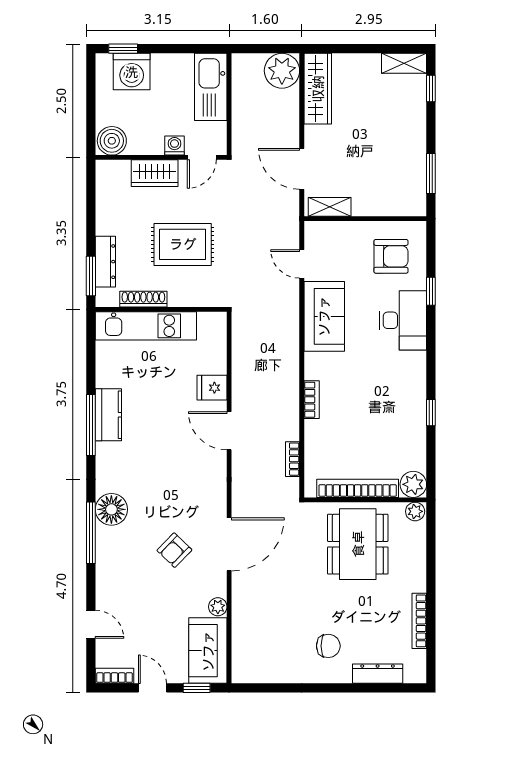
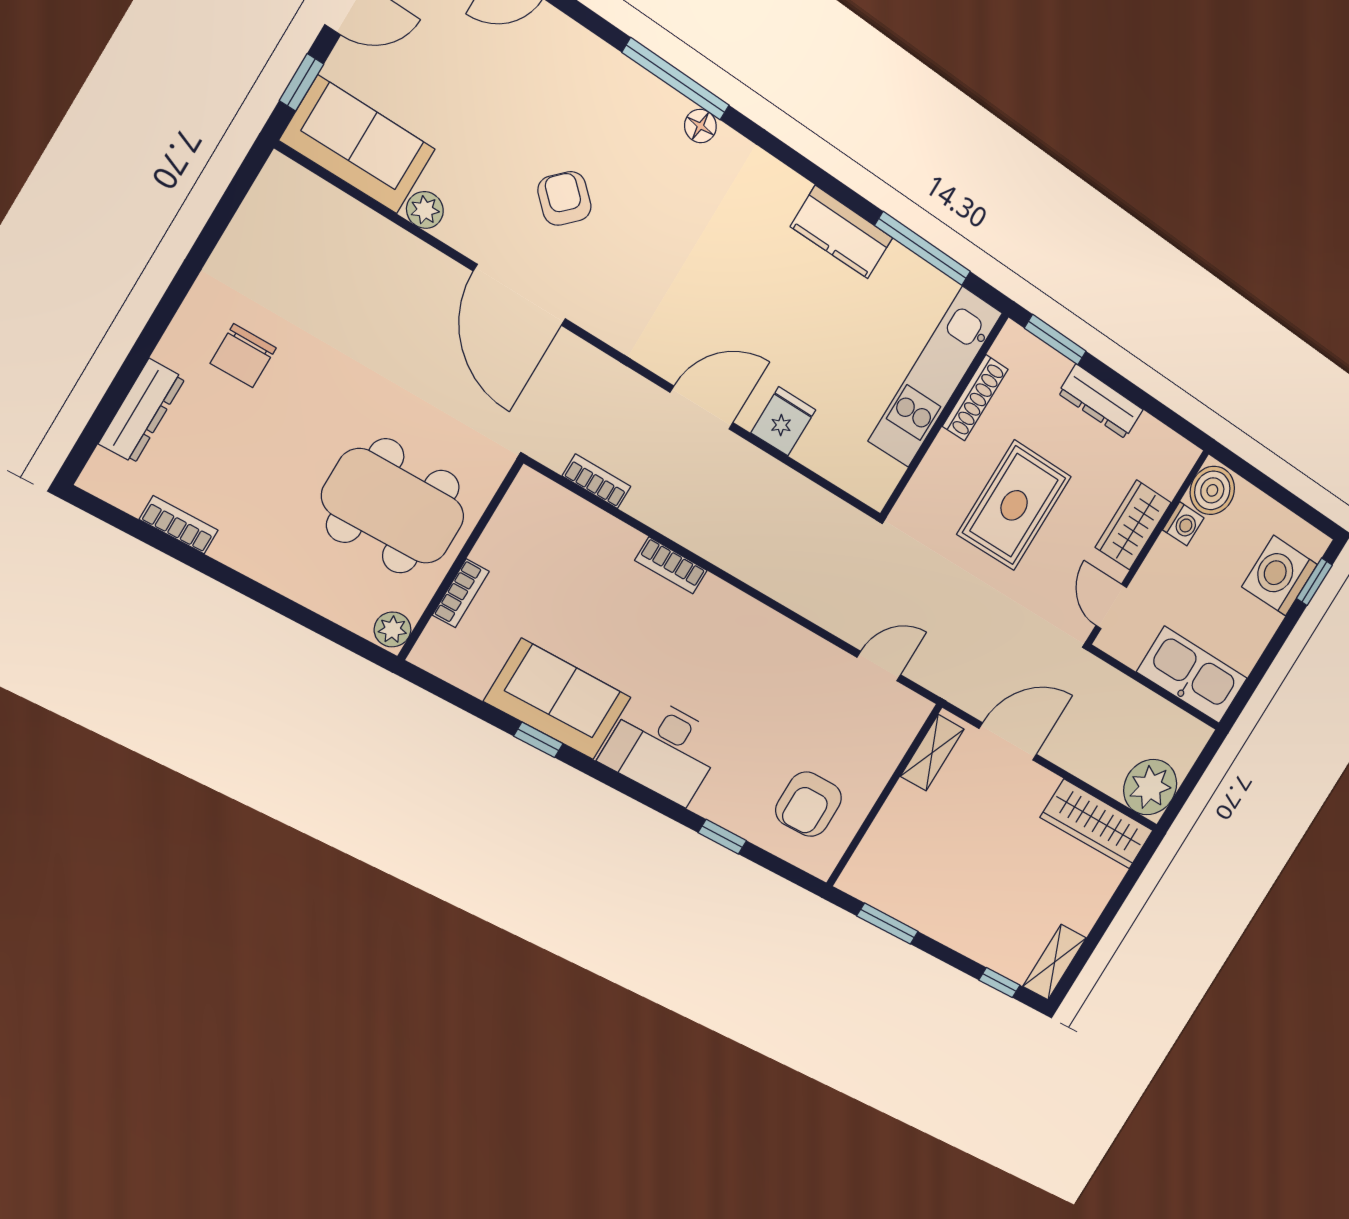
washing machine: (174, 145) -> (1183, 524), moved
dresser: (105, 262) -> (1101, 402), moved
sofa: (324, 316) -> (558, 699), moved, turned 180
desk: (403, 320) -> (663, 749), moved
window: (91, 425) -> (923, 249), moved
plant: (413, 484) -> (439, 651), removed
bookcase: (358, 488) -> (461, 593), width x0.43, depth x0.76
floor lamp: (111, 509) -> (700, 126), width x0.53, depth x0.53
bookcase: (419, 621) -> (179, 525), width x0.64

